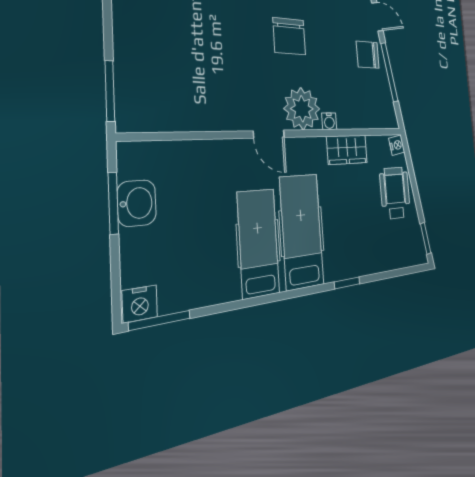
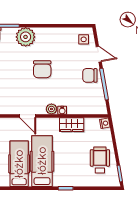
plant: (302, 109) -> (51, 109), width x0.53, depth x0.53
wheelchair: (395, 193) -> (100, 160), moved

